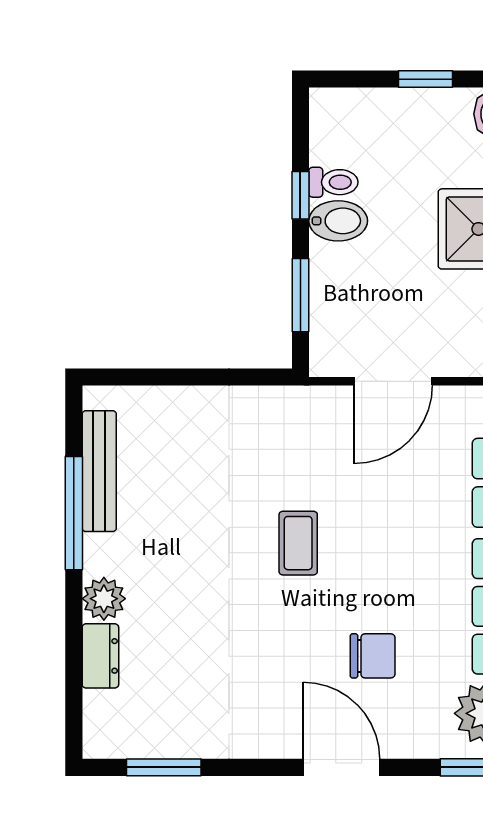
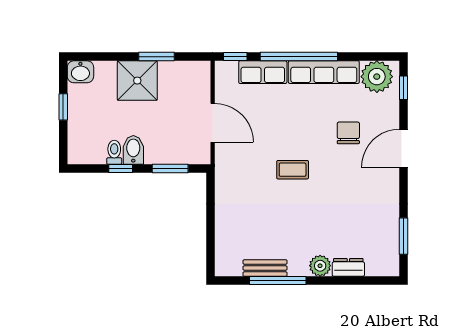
bench: (99, 471) -> (265, 268), width x0.73

